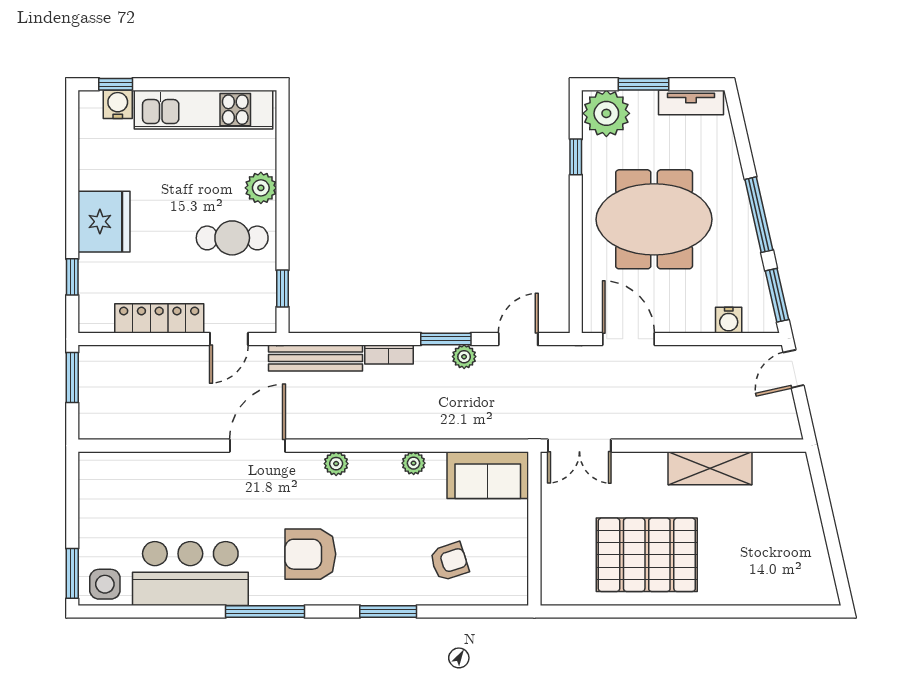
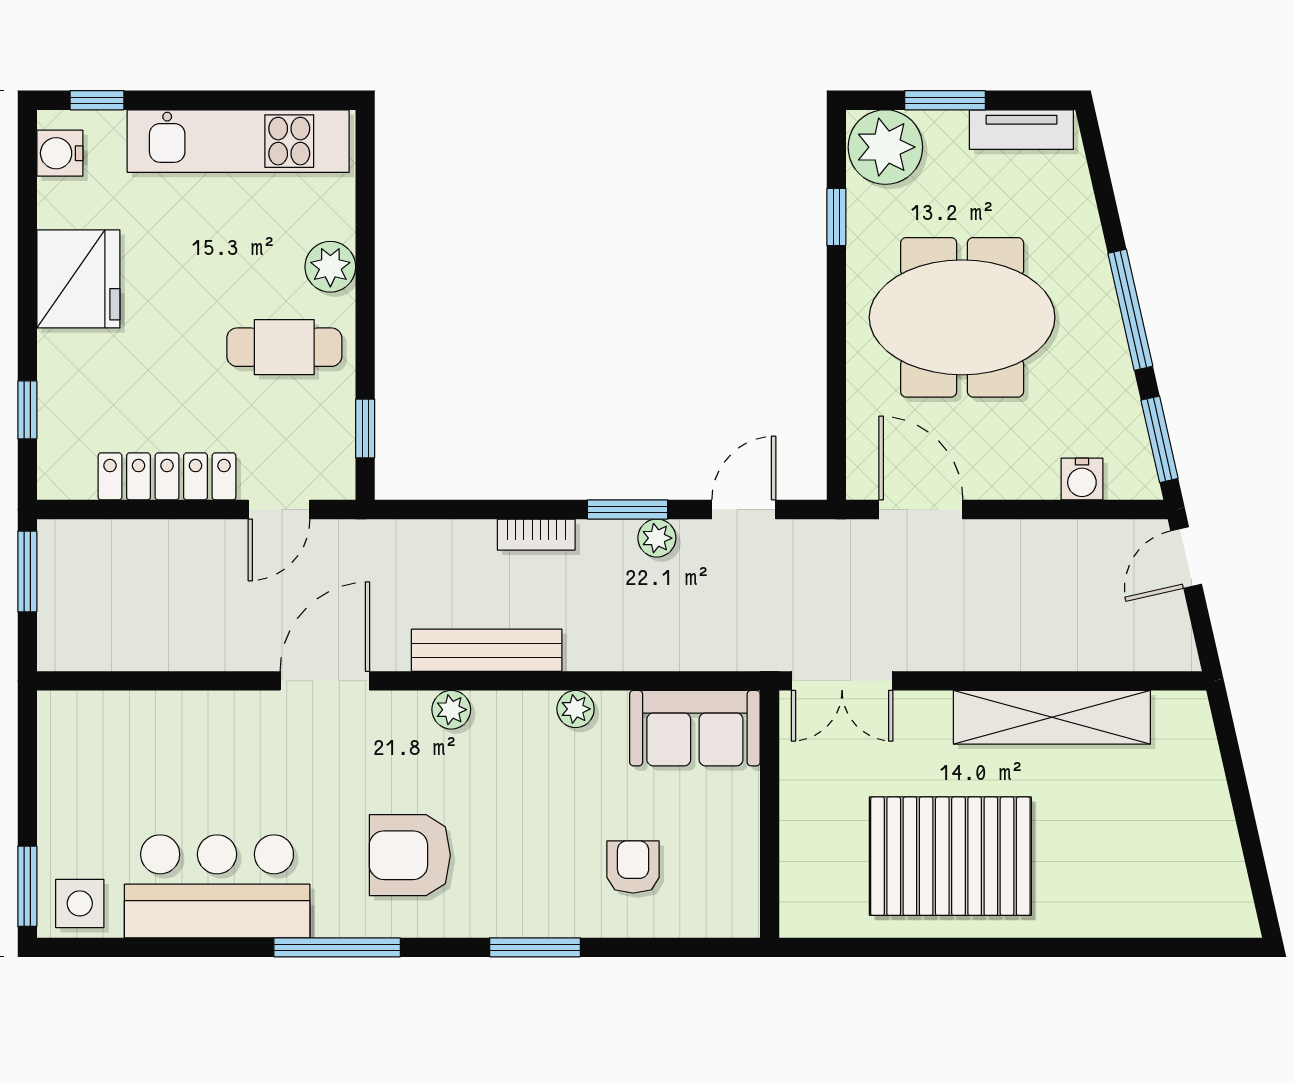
water cooler: (118, 104) -> (60, 153), moved, turned -90
fridge: (104, 222) -> (78, 279), moved
bench: (316, 358) -> (487, 650), moved
shelving: (710, 468) -> (1052, 717), width x1.47
armchair: (449, 561) -> (633, 867), turned -72

